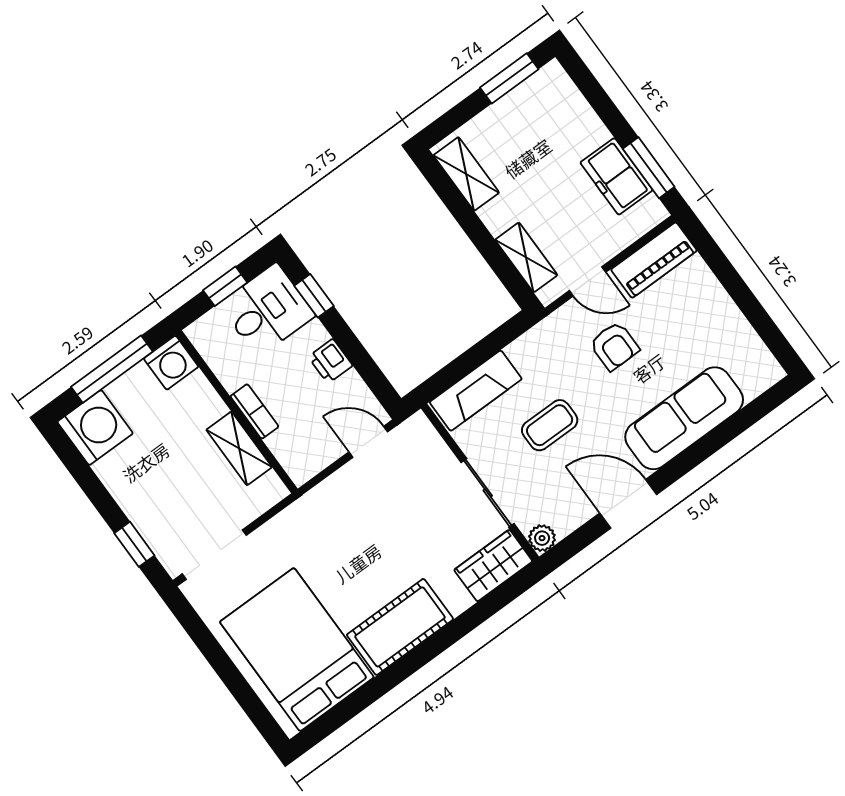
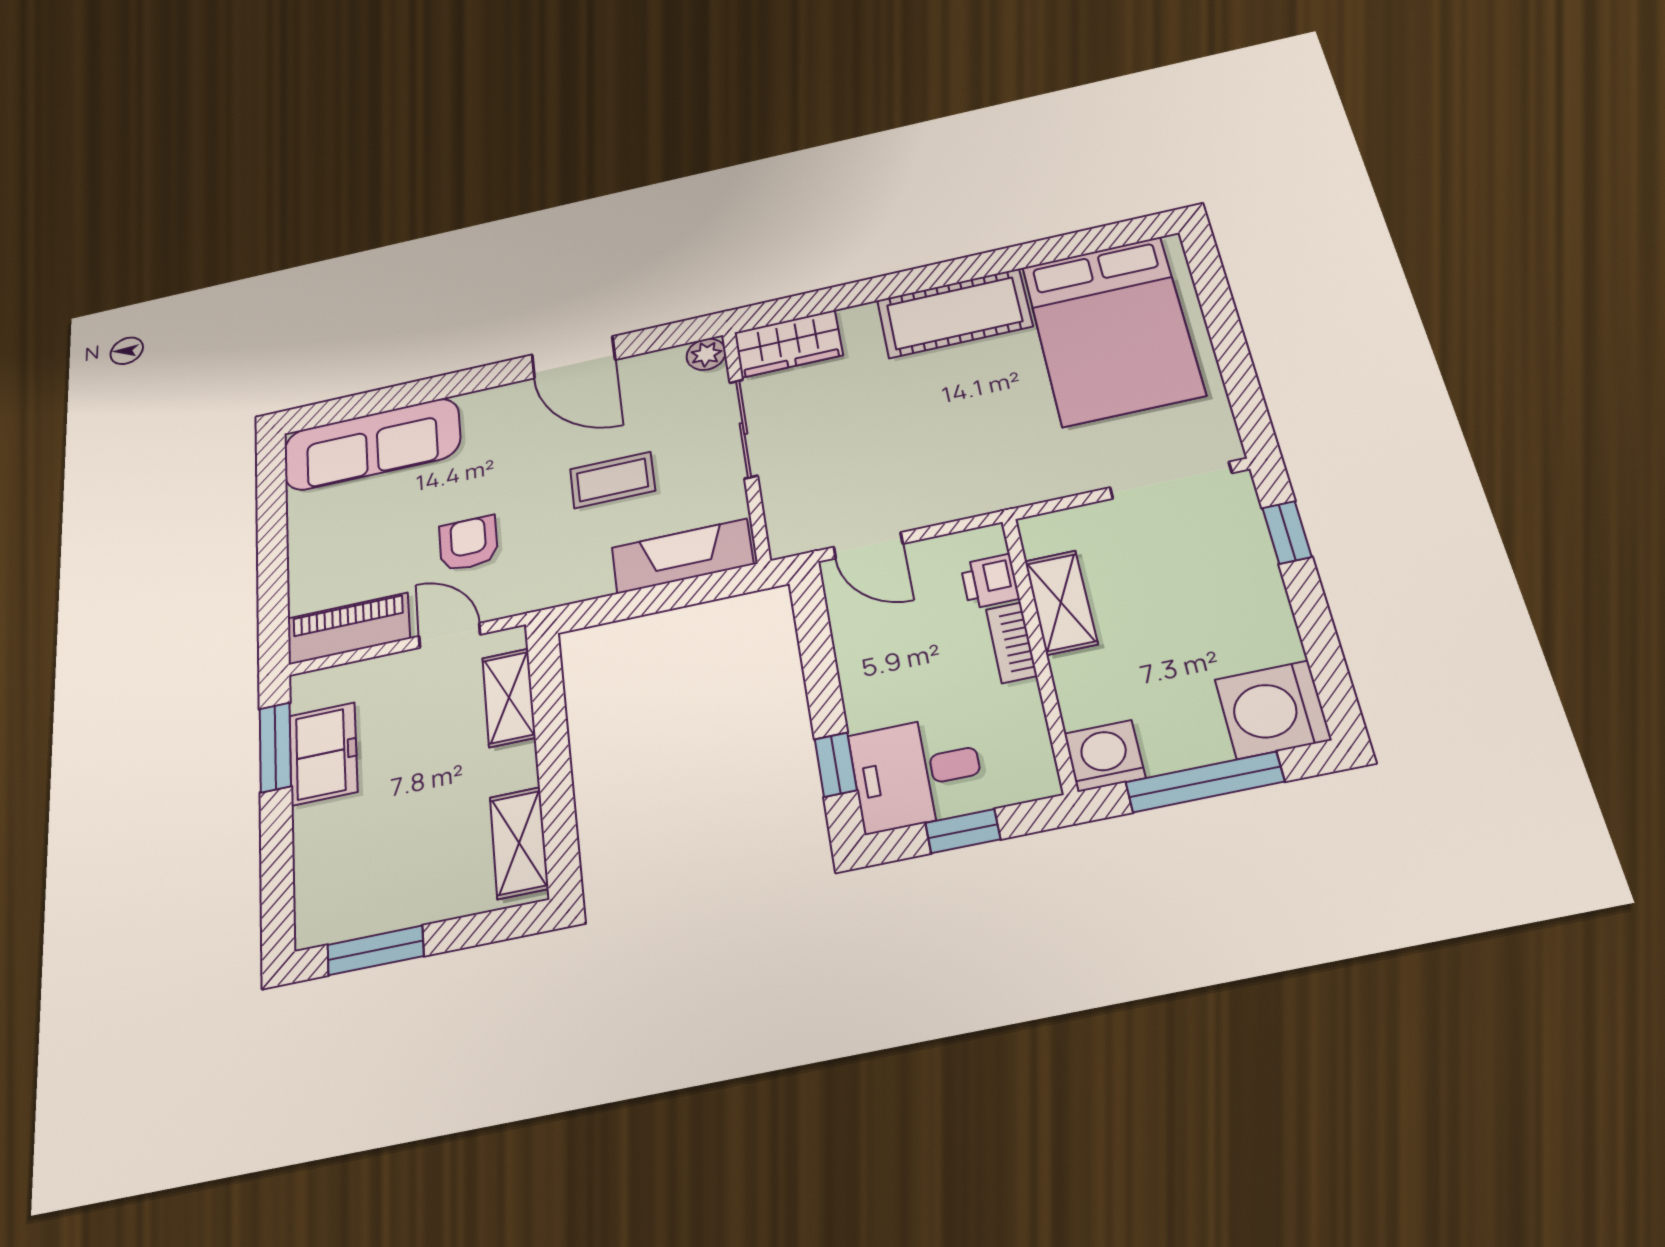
printer: (330, 361) -> (990, 581), moved, turned 180
sofa: (684, 418) -> (372, 444), moved

